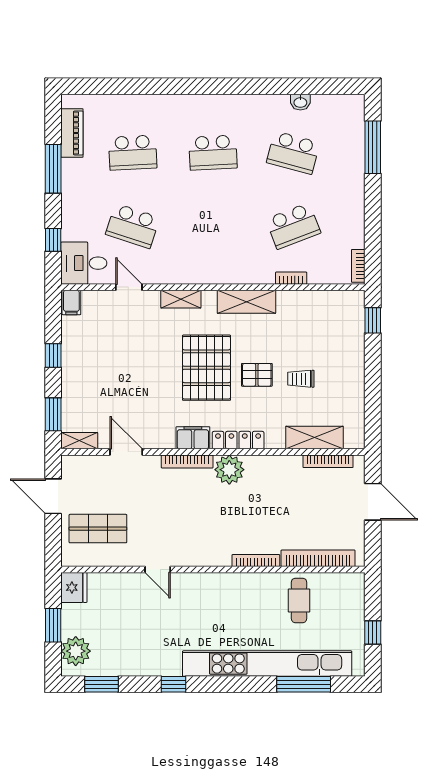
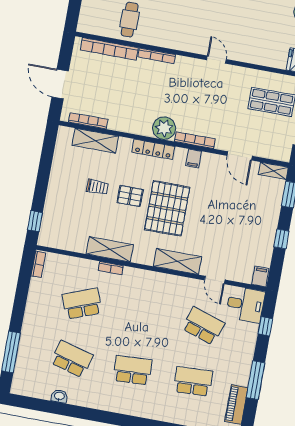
bookcase: (291, 278) -> (111, 268), moved
shelving: (181, 299) -> (177, 262), width x1.50, depth x1.33
shelving: (246, 302) -> (110, 249), moved
filing cabinet: (193, 438) -> (194, 158), width x0.50
door: (158, 570) -> (216, 60), moved

